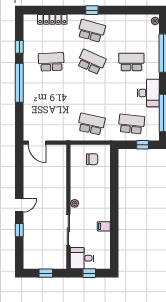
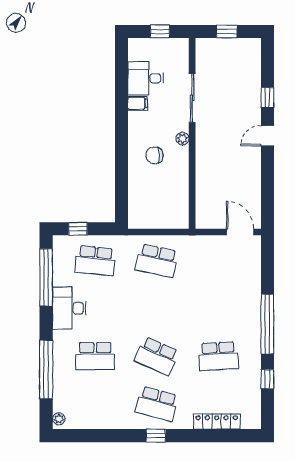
chair: (92, 159) -> (154, 155), moved
desk: (82, 258) -> (146, 78), moved, turned 180

